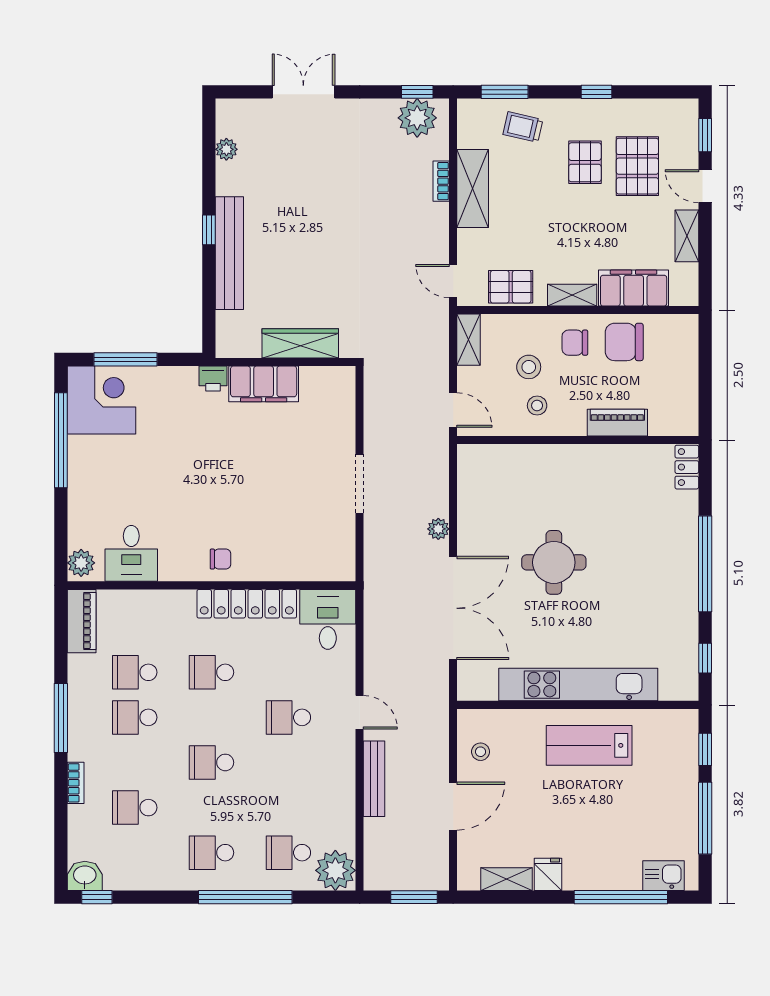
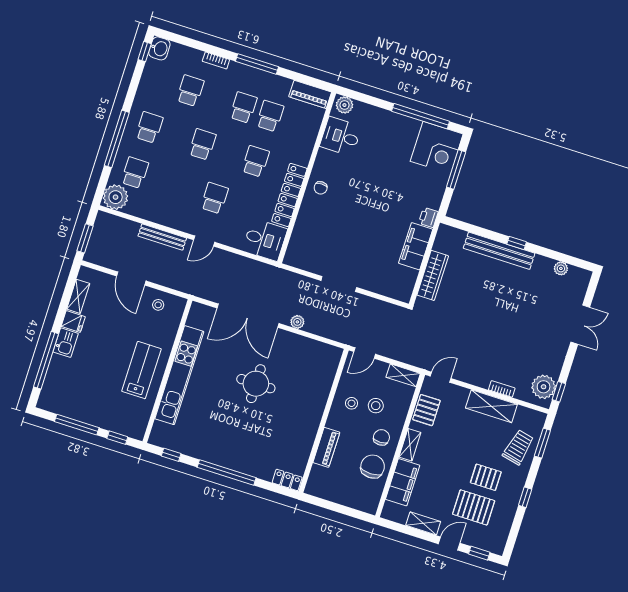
trolley: (523, 127) -> (518, 447), width x1.36, depth x1.39
kitchen sink: (663, 876) -> (66, 343), moved

